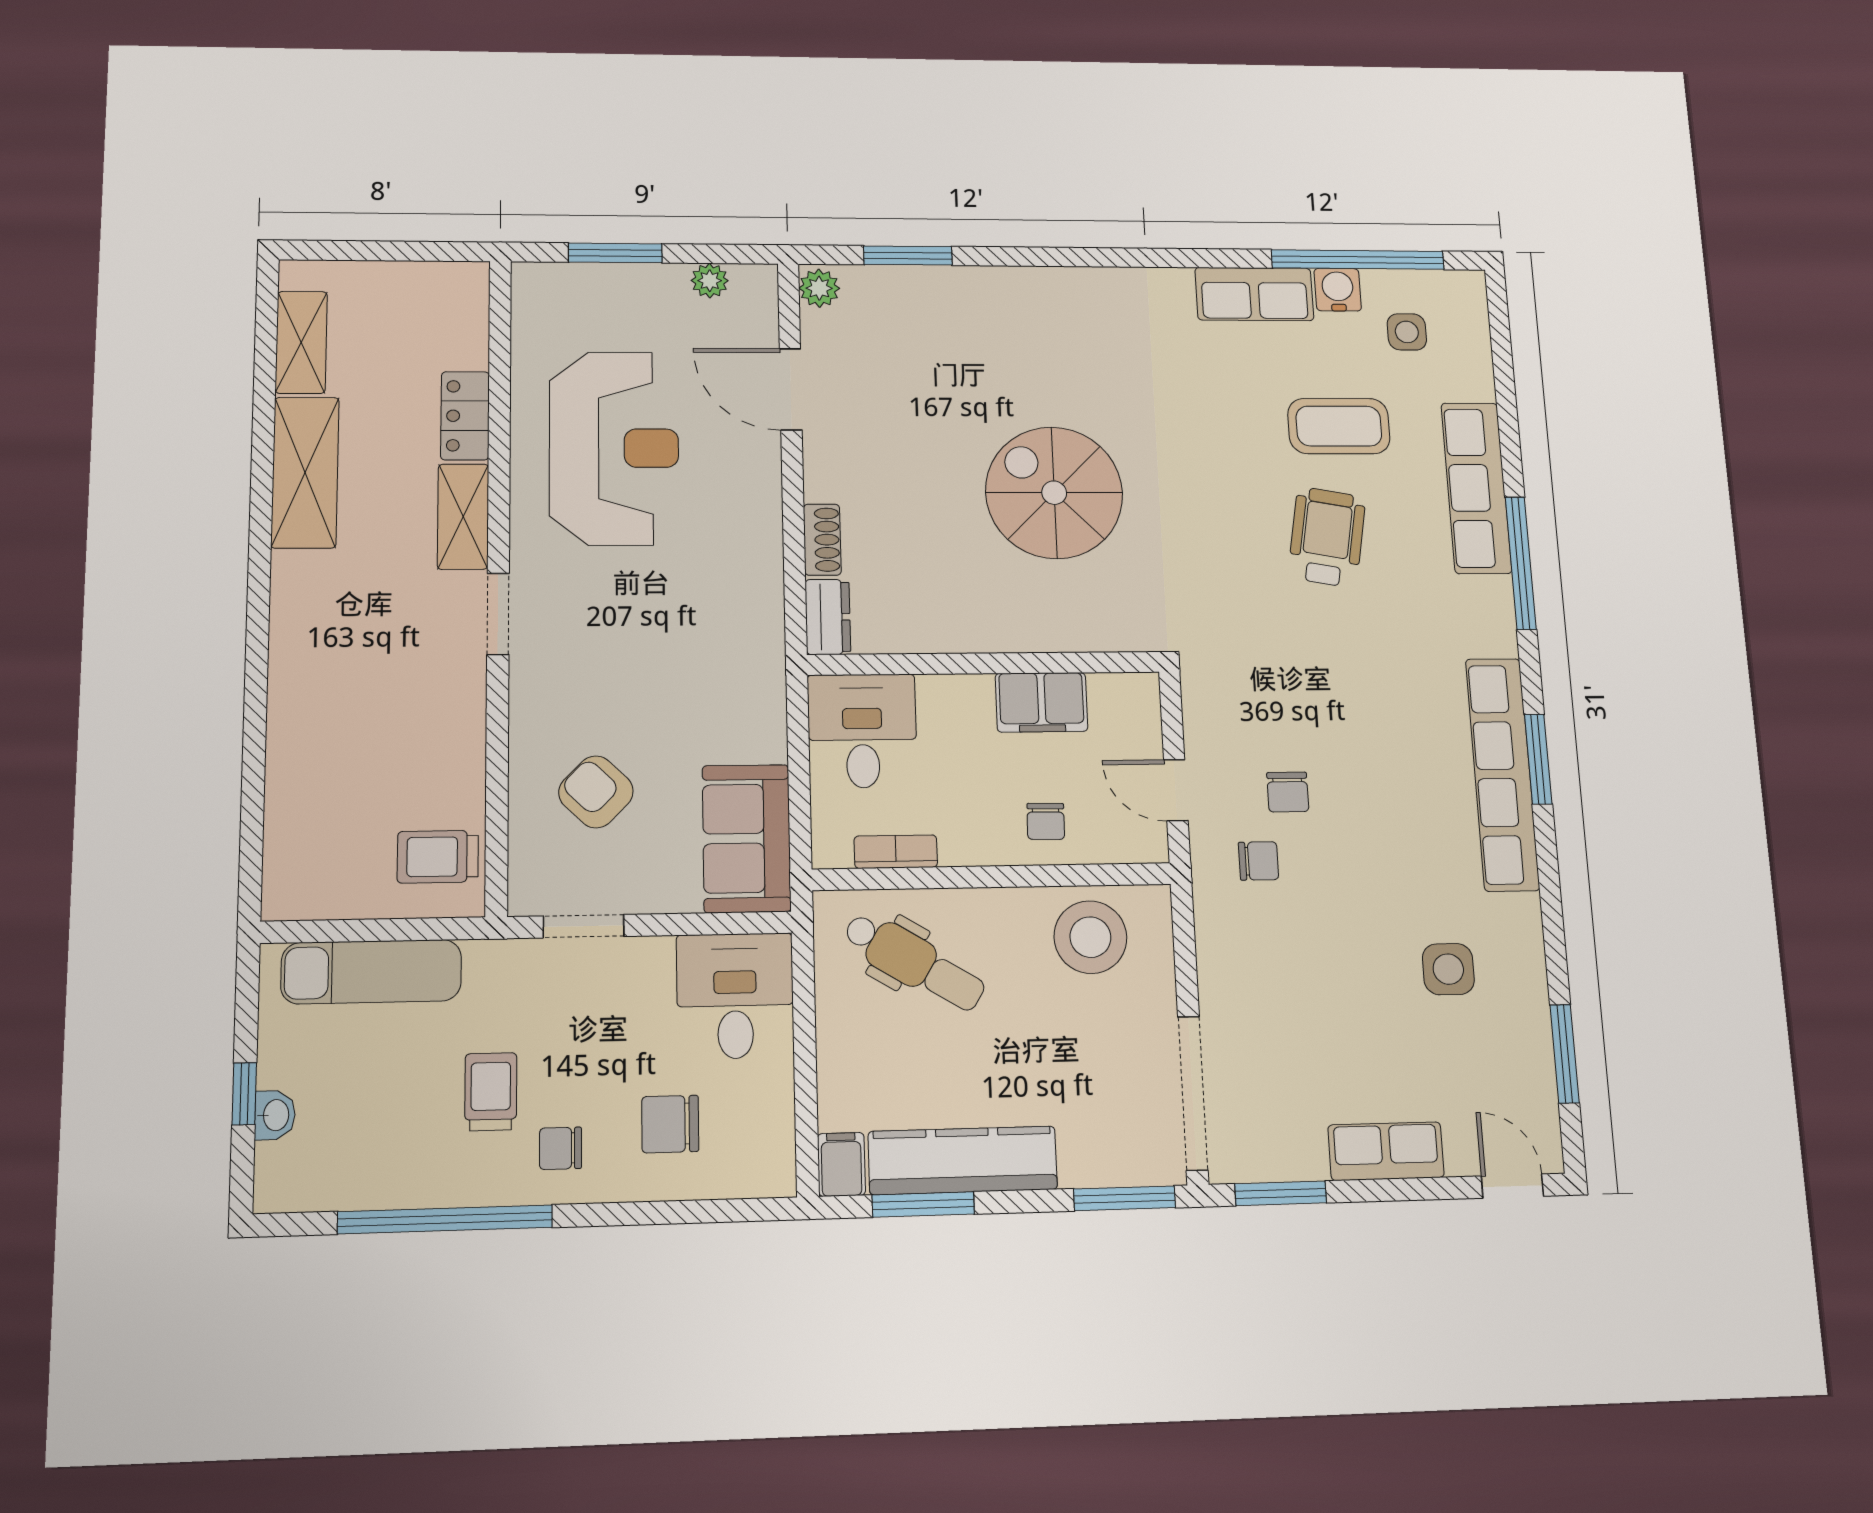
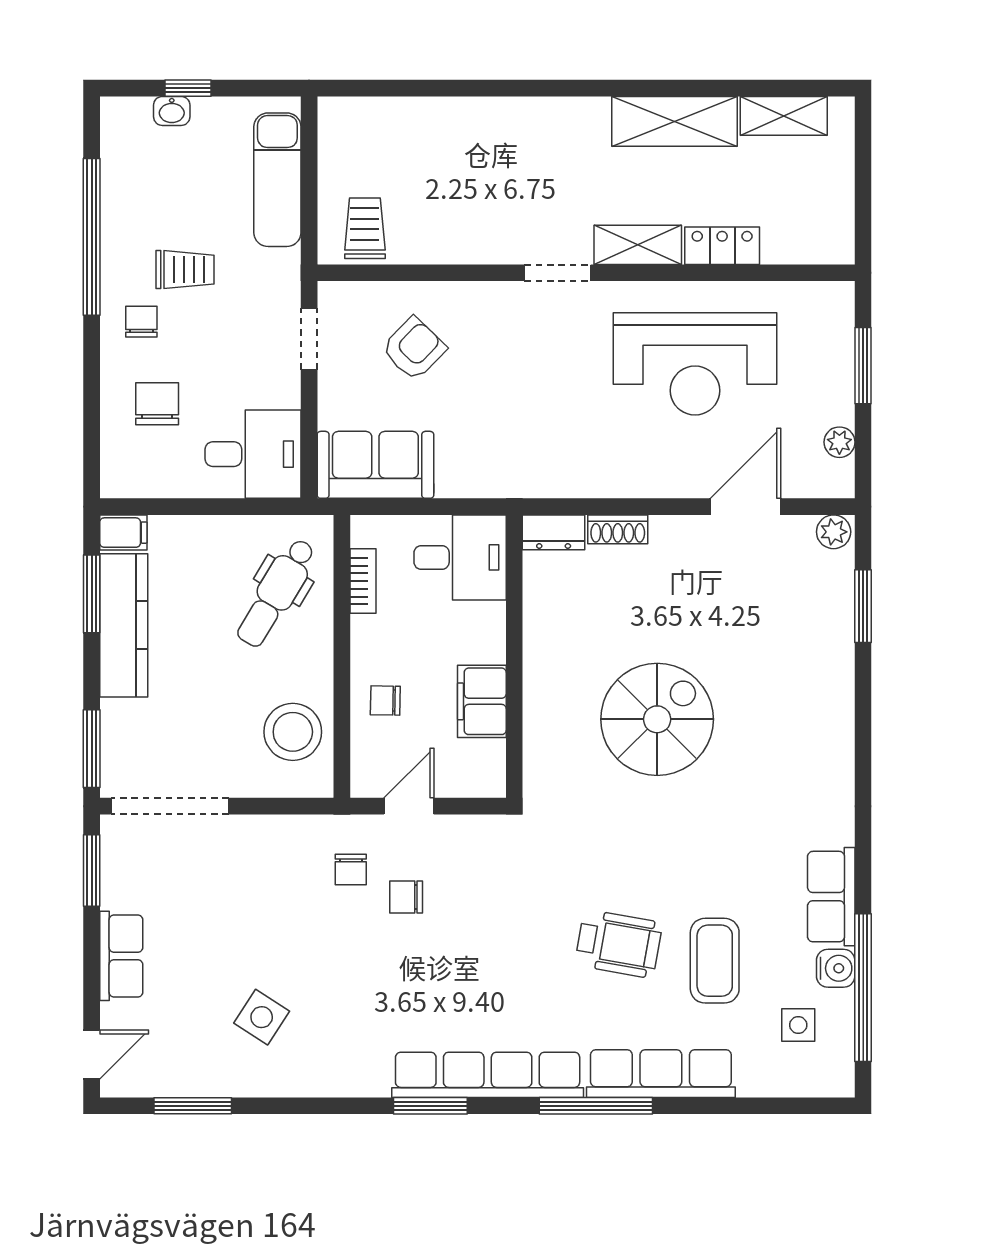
row of seats: (1502, 774) -> (488, 1075), moved
side table: (1448, 969) -> (262, 1017), turned 33

